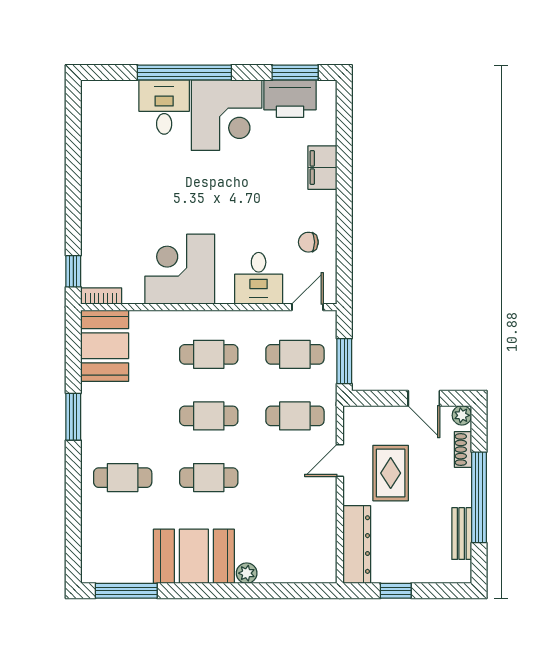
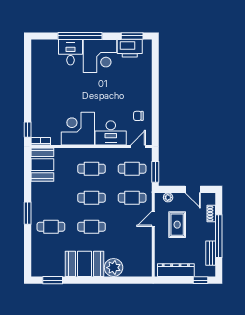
filing cabinet: (322, 168) -> (145, 81), removed
desk: (259, 278) -> (111, 133), width x1.37
plant: (462, 415) -> (168, 197), moved
window: (73, 417) -> (28, 213), moved
dresser: (357, 545) -> (176, 270), moved, turned -90
plant: (247, 573) -> (114, 268), width x1.88, depth x1.88
window: (126, 591) -> (53, 280), width x0.69
window: (396, 591) -> (200, 280), moved

